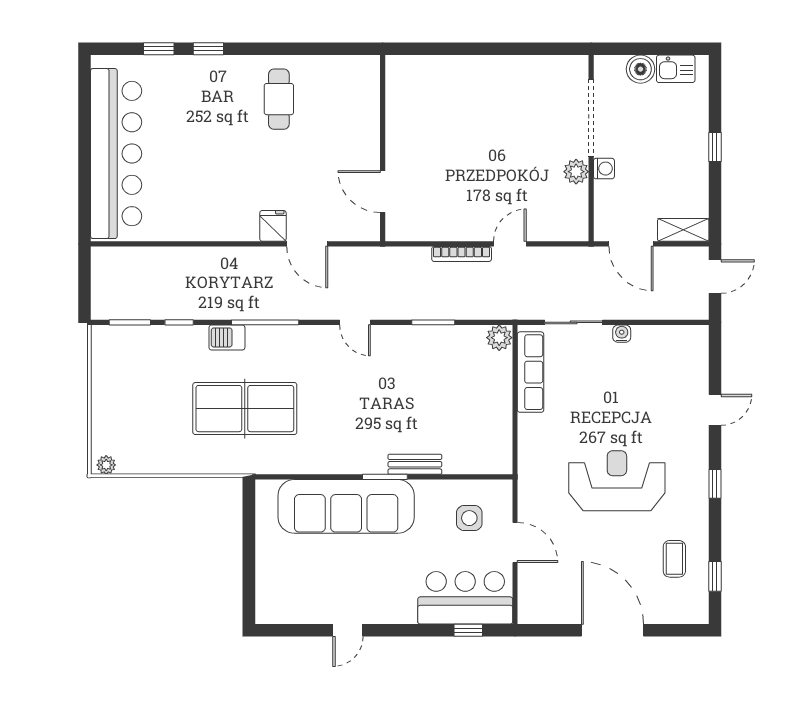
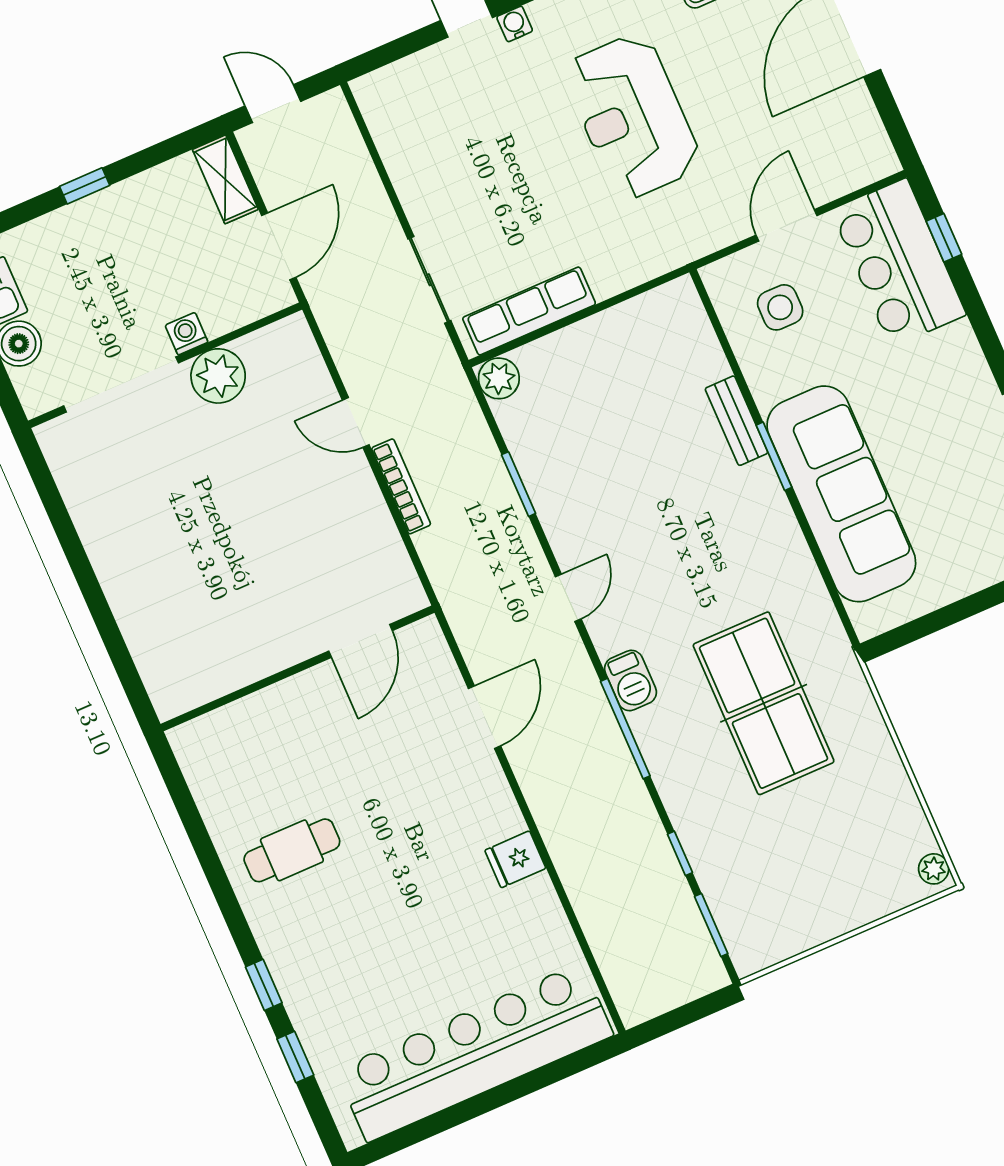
plant: (576, 172) -> (218, 376), width x1.36, depth x1.36
fridge: (273, 226) -> (515, 859), moved
water cooler: (622, 334) -> (515, 24), moved, turned 90
barbecue: (227, 337) -> (630, 680), moved

